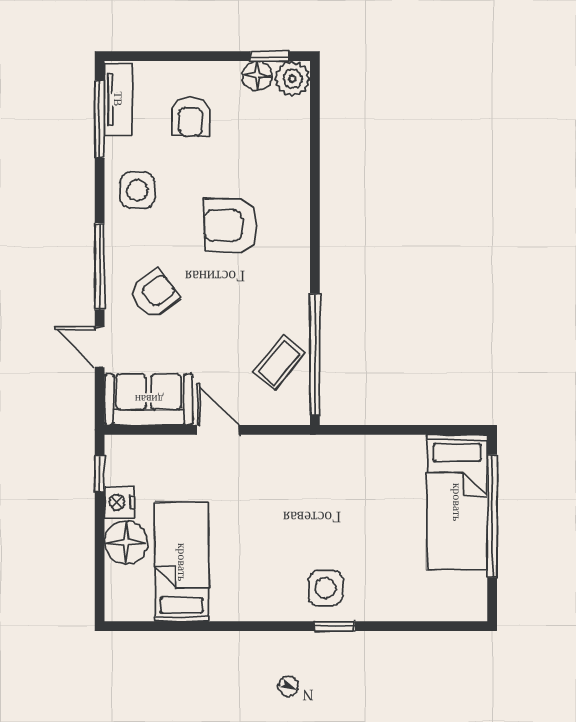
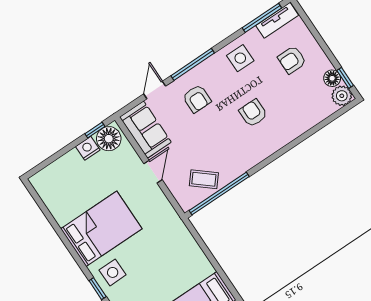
armchair: (230, 226) -> (253, 113), width x0.72, depth x0.72
armchair: (154, 294) -> (197, 99), turned 37
floor lamp: (126, 543) -> (109, 139), moved
bed: (182, 562) -> (101, 229), moved, width x1.50

